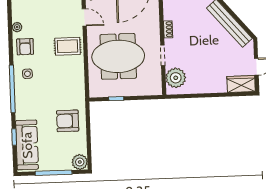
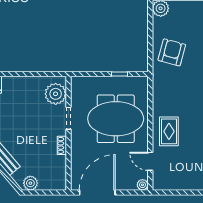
rug: (68, 46) -> (169, 131), turned 90
armchair: (68, 121) -> (172, 52), turned -75

